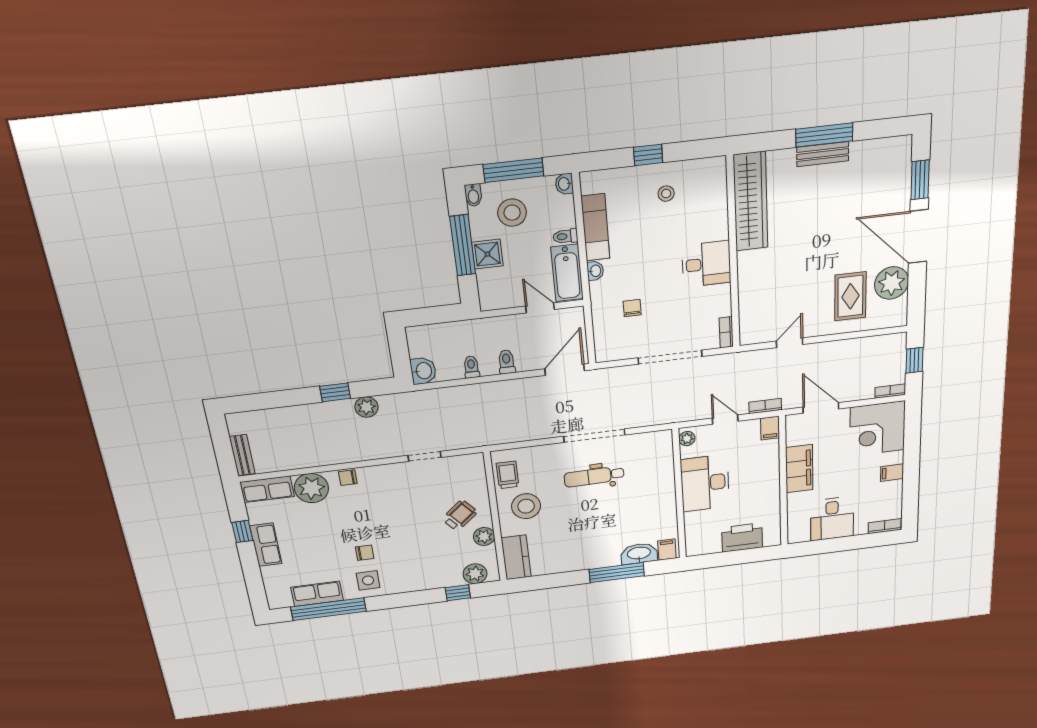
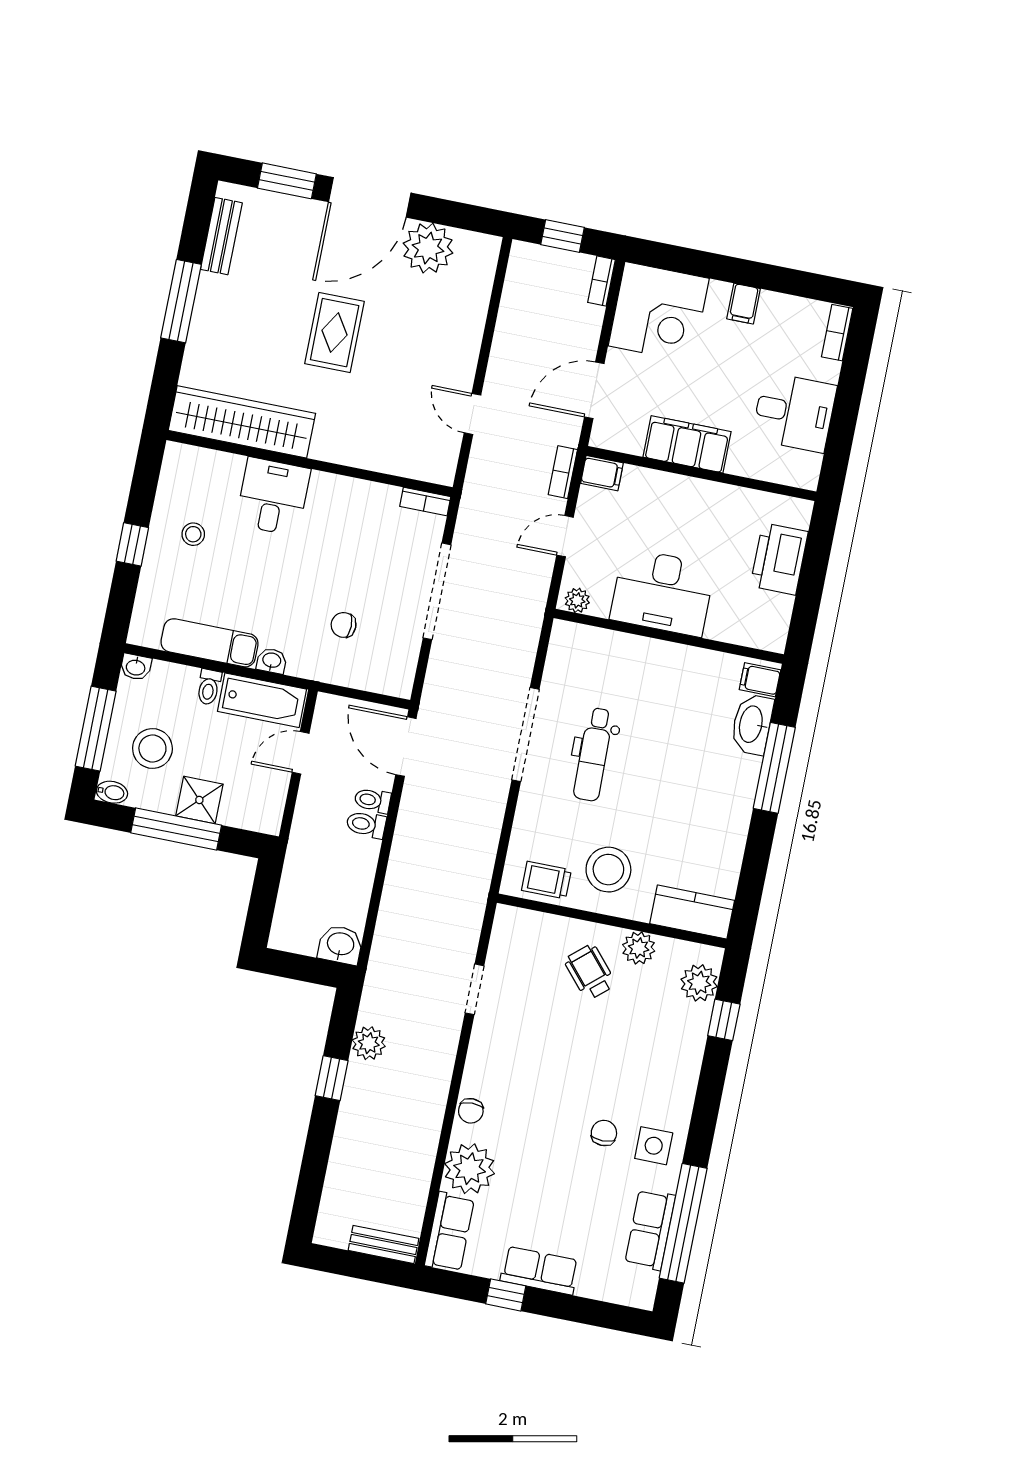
bench: (823, 154) -> (221, 236), moved
desk: (706, 264) -> (273, 497), moved
rug: (850, 296) -> (335, 333), moved, turned 90
toilet: (471, 367) -> (373, 800), moved

